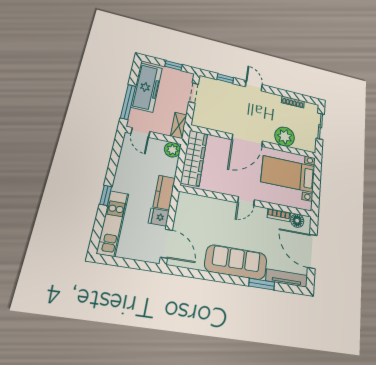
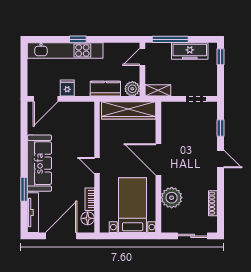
window: (173, 66) -> (221, 57), moved
door: (254, 86) -> (221, 159), hinge flipped
freezer: (147, 87) -> (190, 51), width x0.73, depth x0.79
kitchen counter: (164, 192) -> (105, 89), moved
kitchen unit: (113, 223) -> (65, 51), width x1.36

